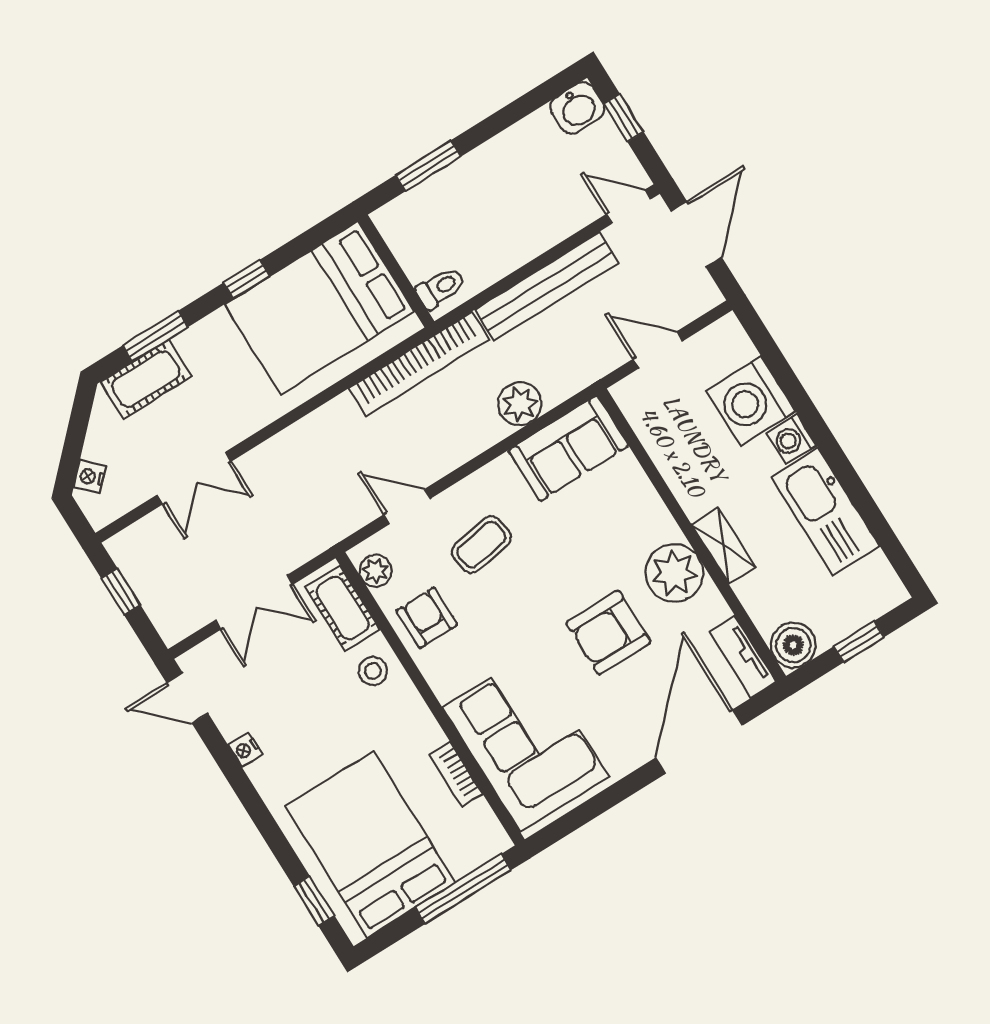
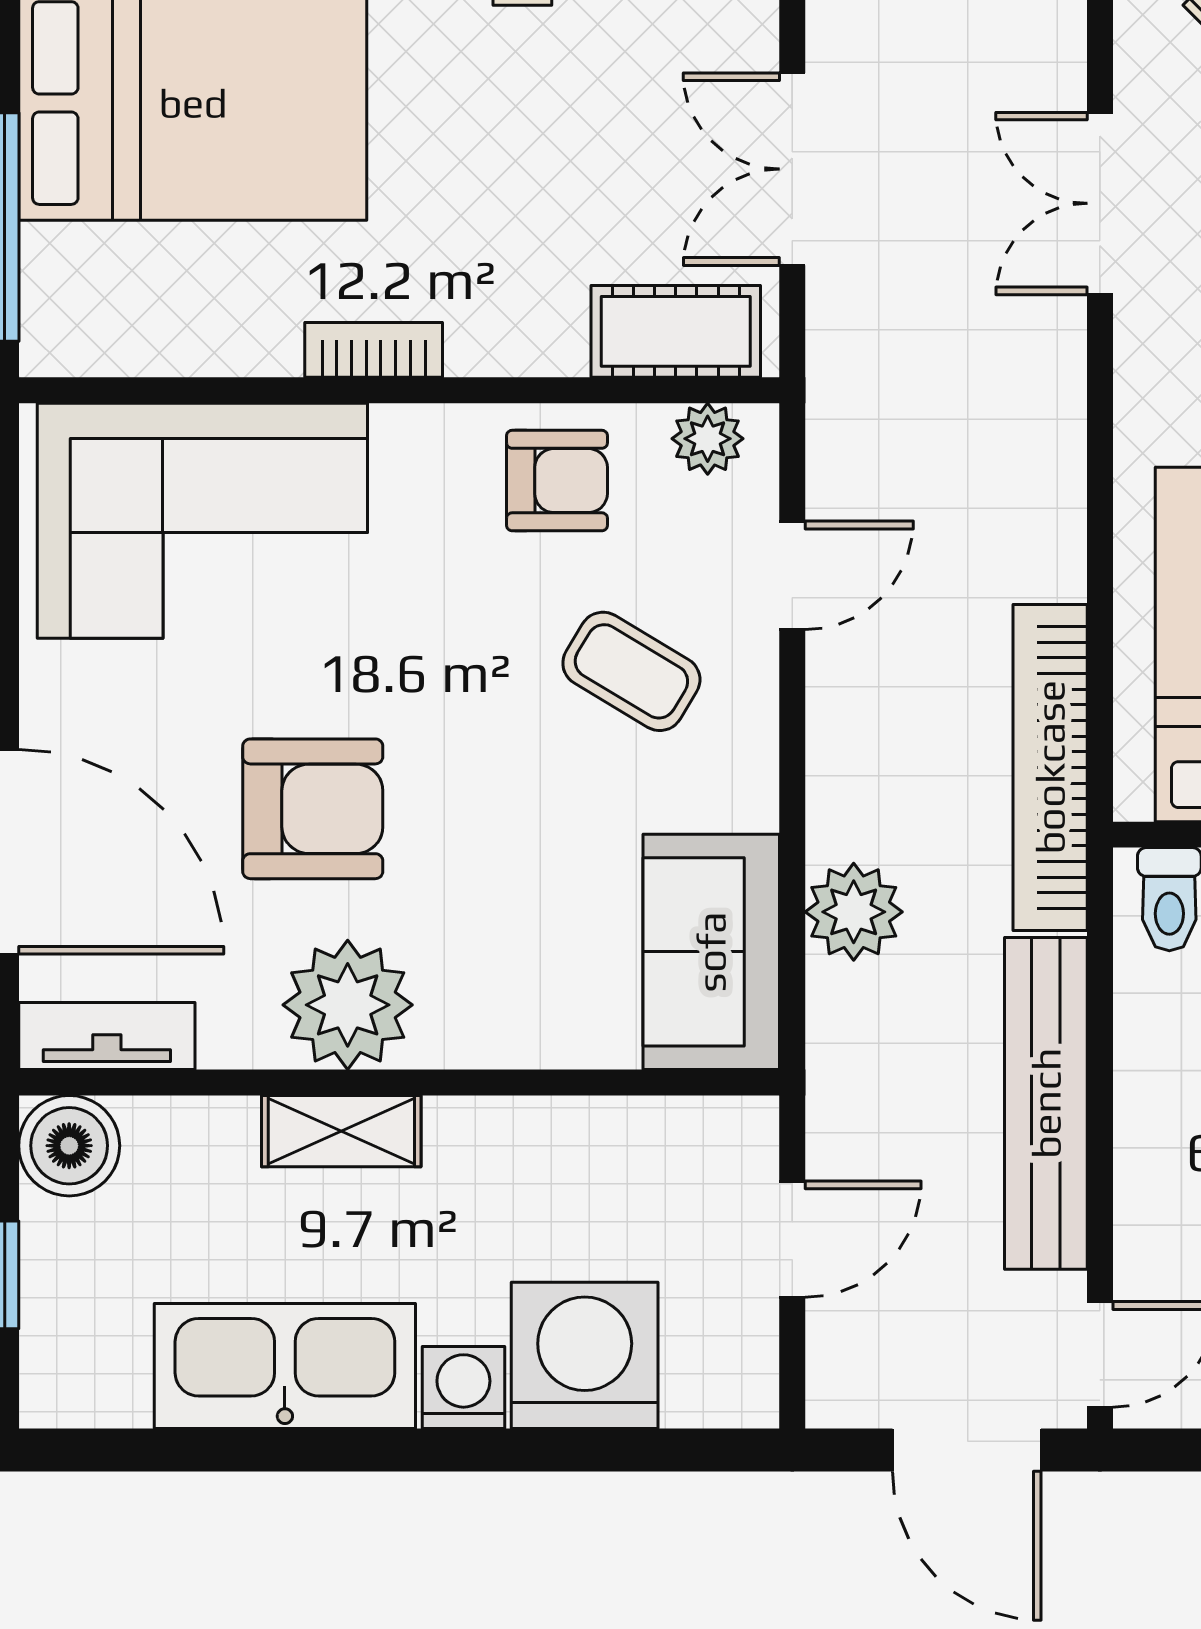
coffee table: (481, 545) -> (631, 671), turned -50
armchair: (608, 633) -> (313, 809), turned 90
stool: (373, 671) -> (520, 314), removed
bookcase: (456, 774) -> (374, 350), moved

